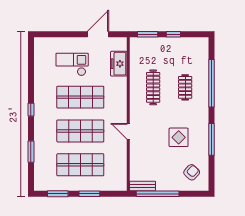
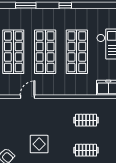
clothes rail: (153, 87) -> (86, 120), width x0.73
door: (128, 131) -> (27, 97), moved

